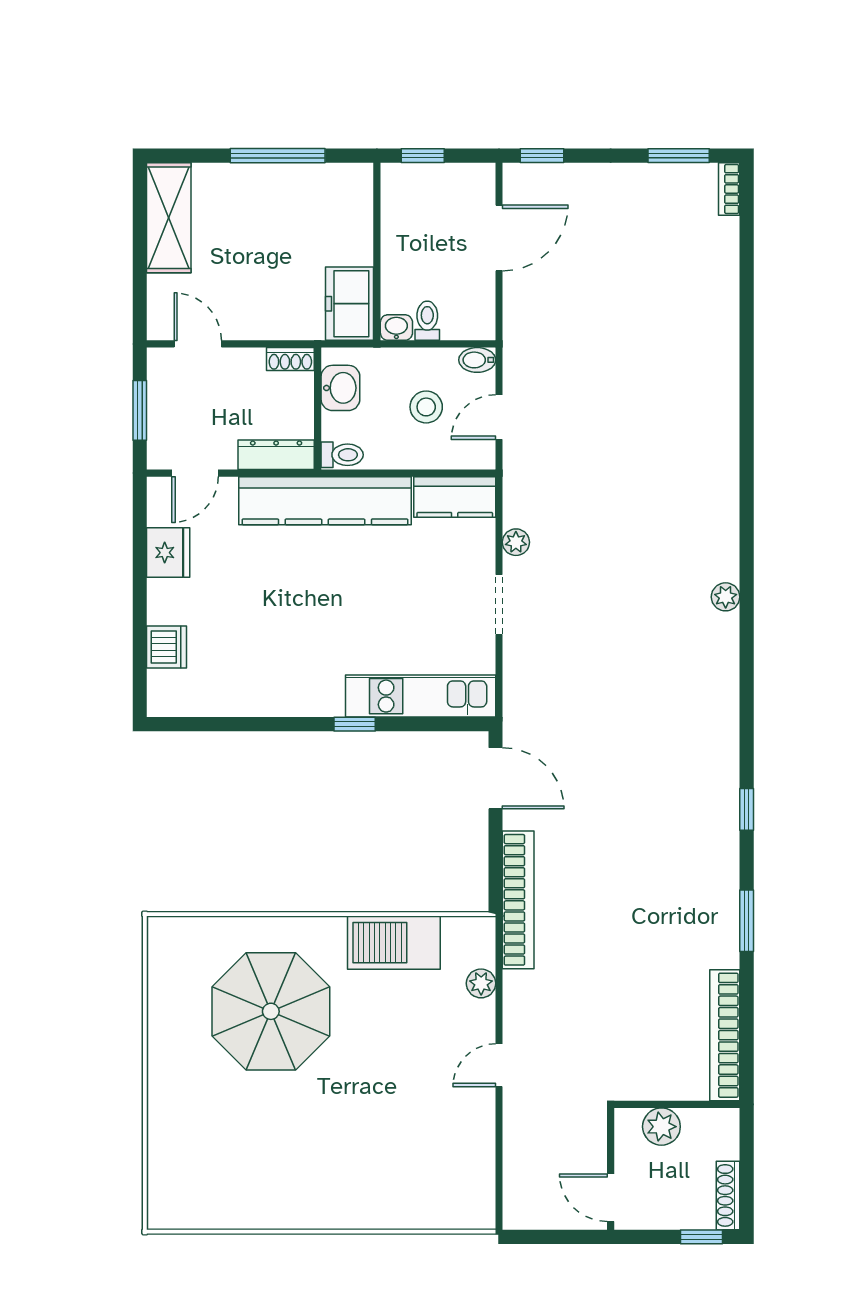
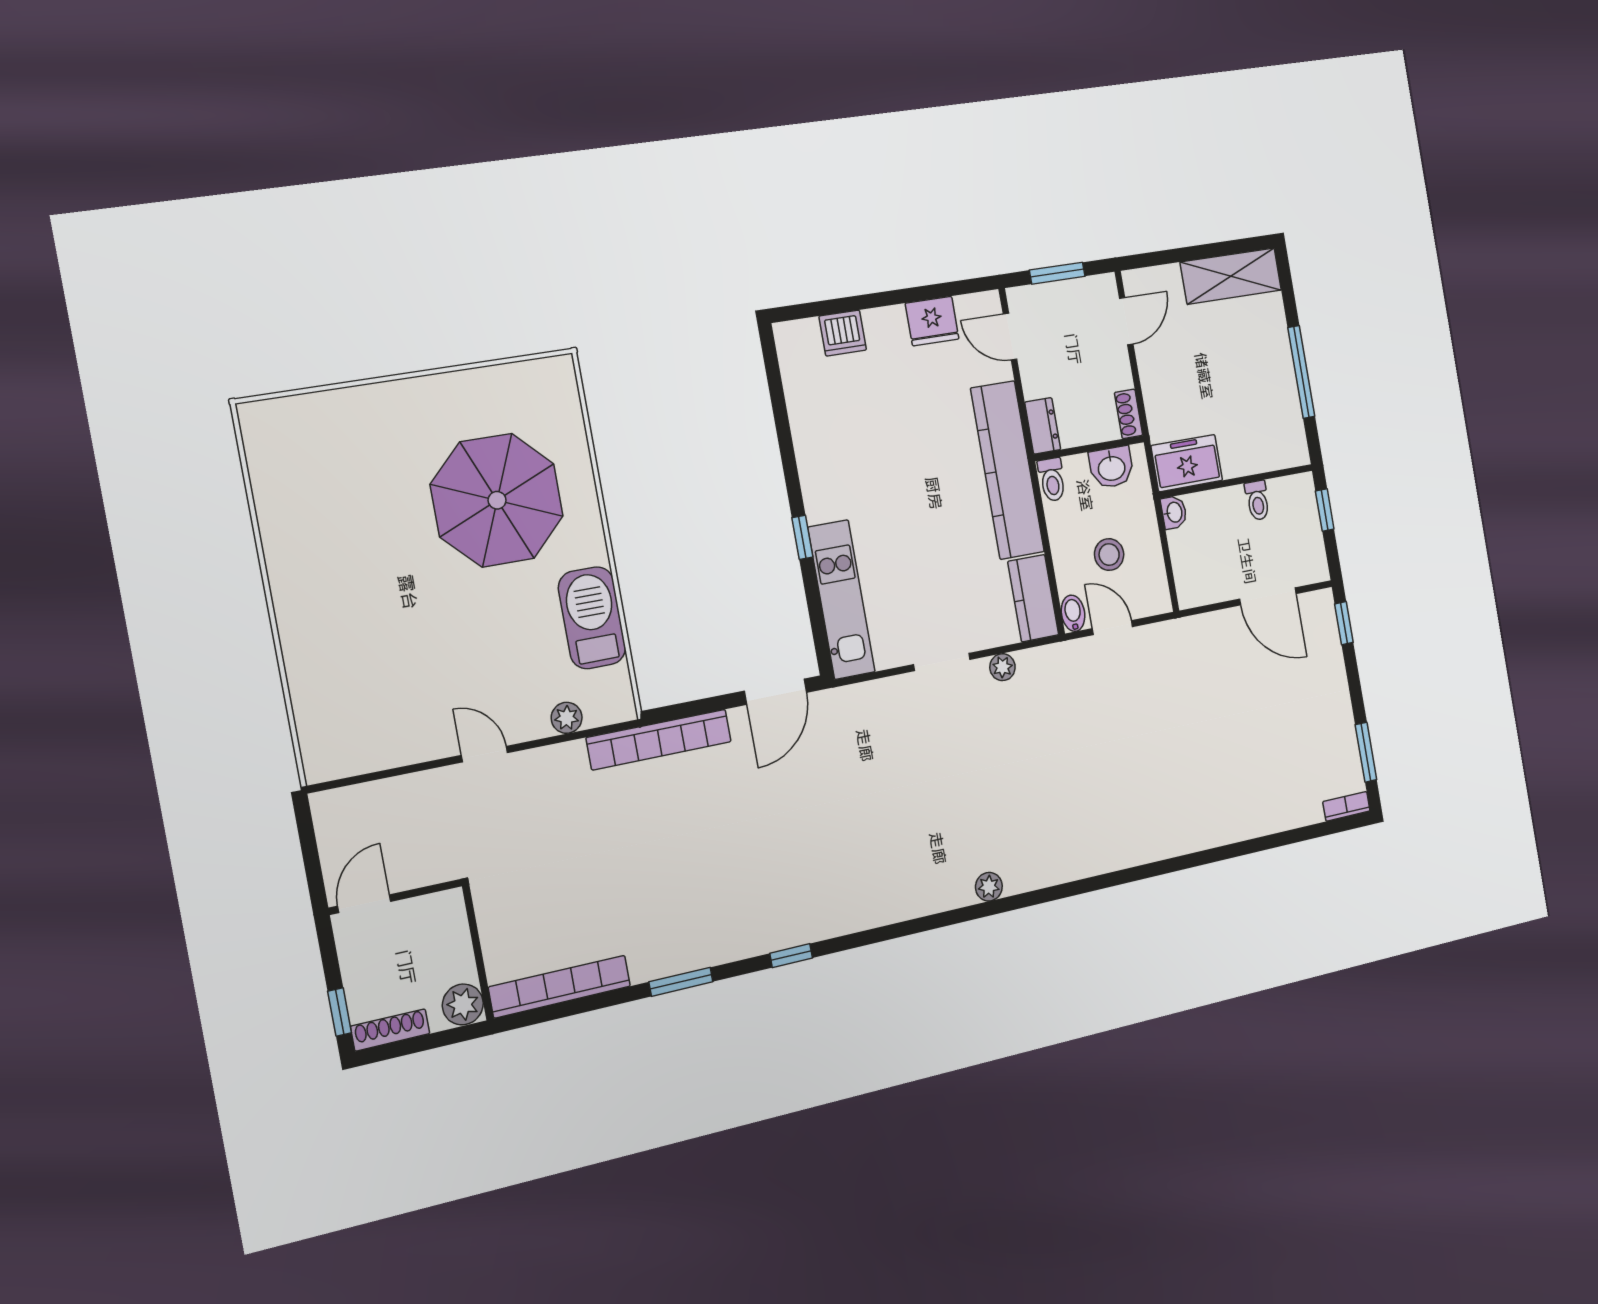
toilet: (427, 321) -> (1257, 500), moved, turned 90
bidet: (477, 360) -> (1073, 613), moved
dresser: (276, 455) -> (1043, 426), width x0.70
plant: (661, 1127) -> (463, 1004), moved

